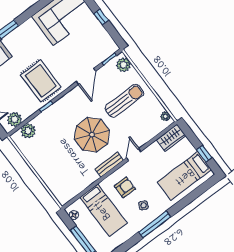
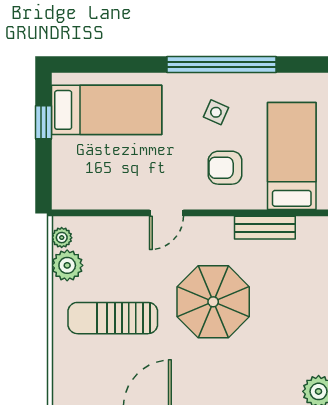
plant: (123, 65) -> (67, 265), moved
wardrobe: (171, 138) -> (80, 193), removed
bench: (109, 165) -> (265, 228), moved
window: (155, 224) -> (221, 64), width x1.46

